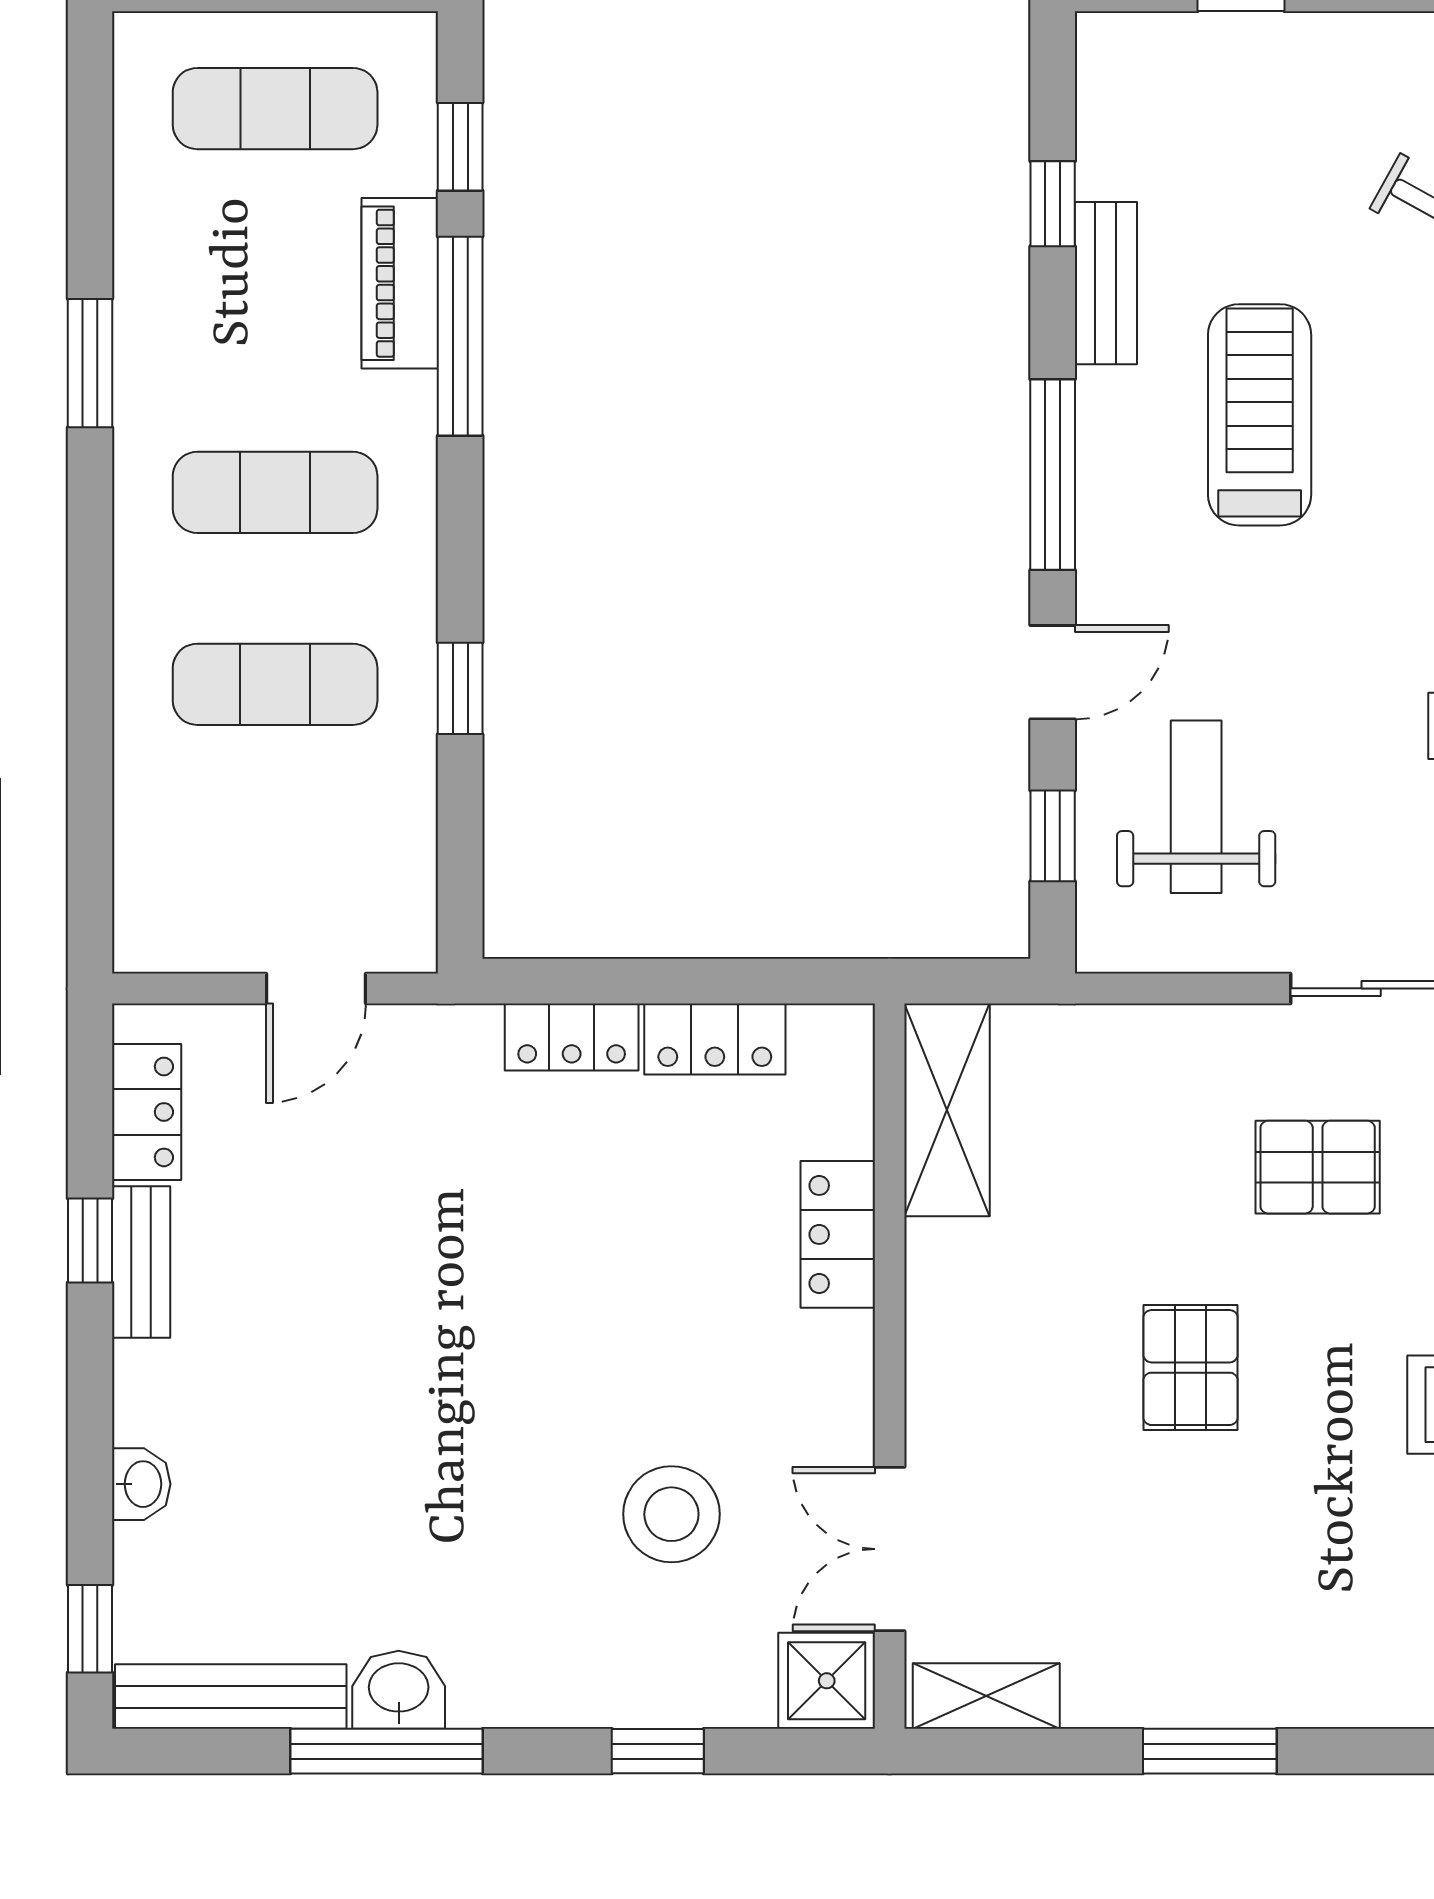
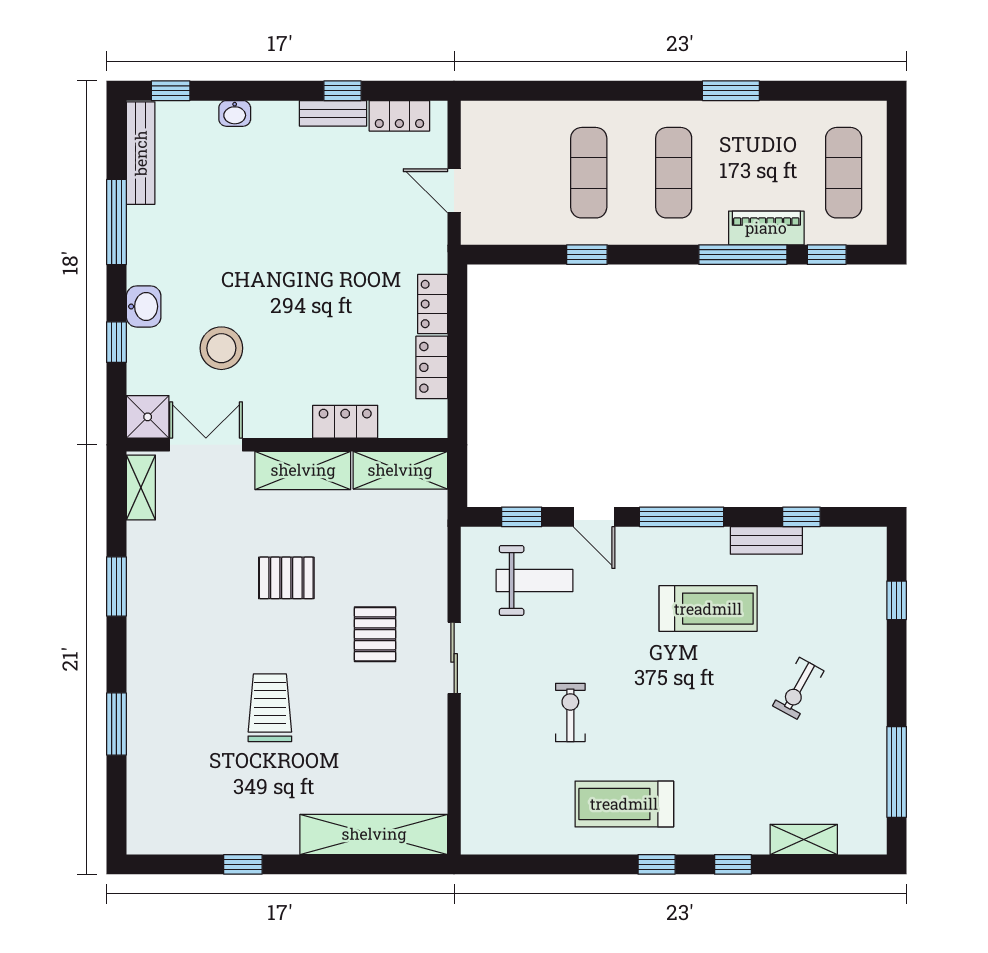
shelving: (948, 1330) -> (303, 470), added
washbasin: (399, 1690) -> (144, 306), moved

